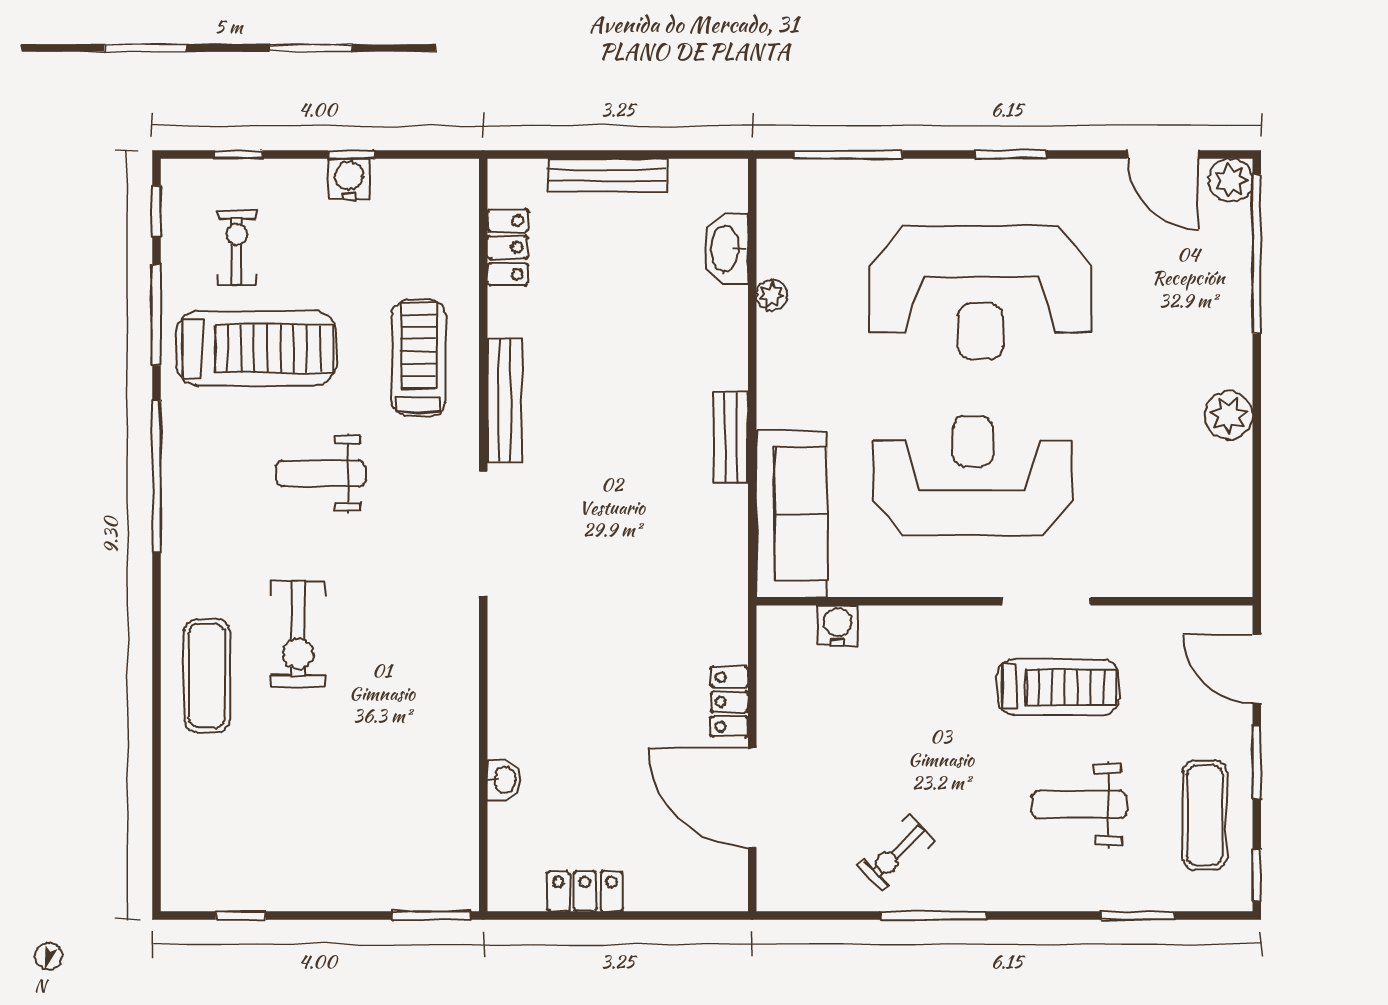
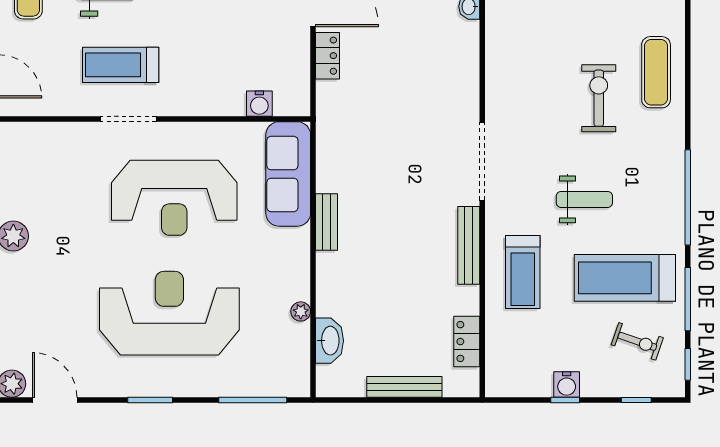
exercise bike: (237, 248) -> (637, 341), turned -71

